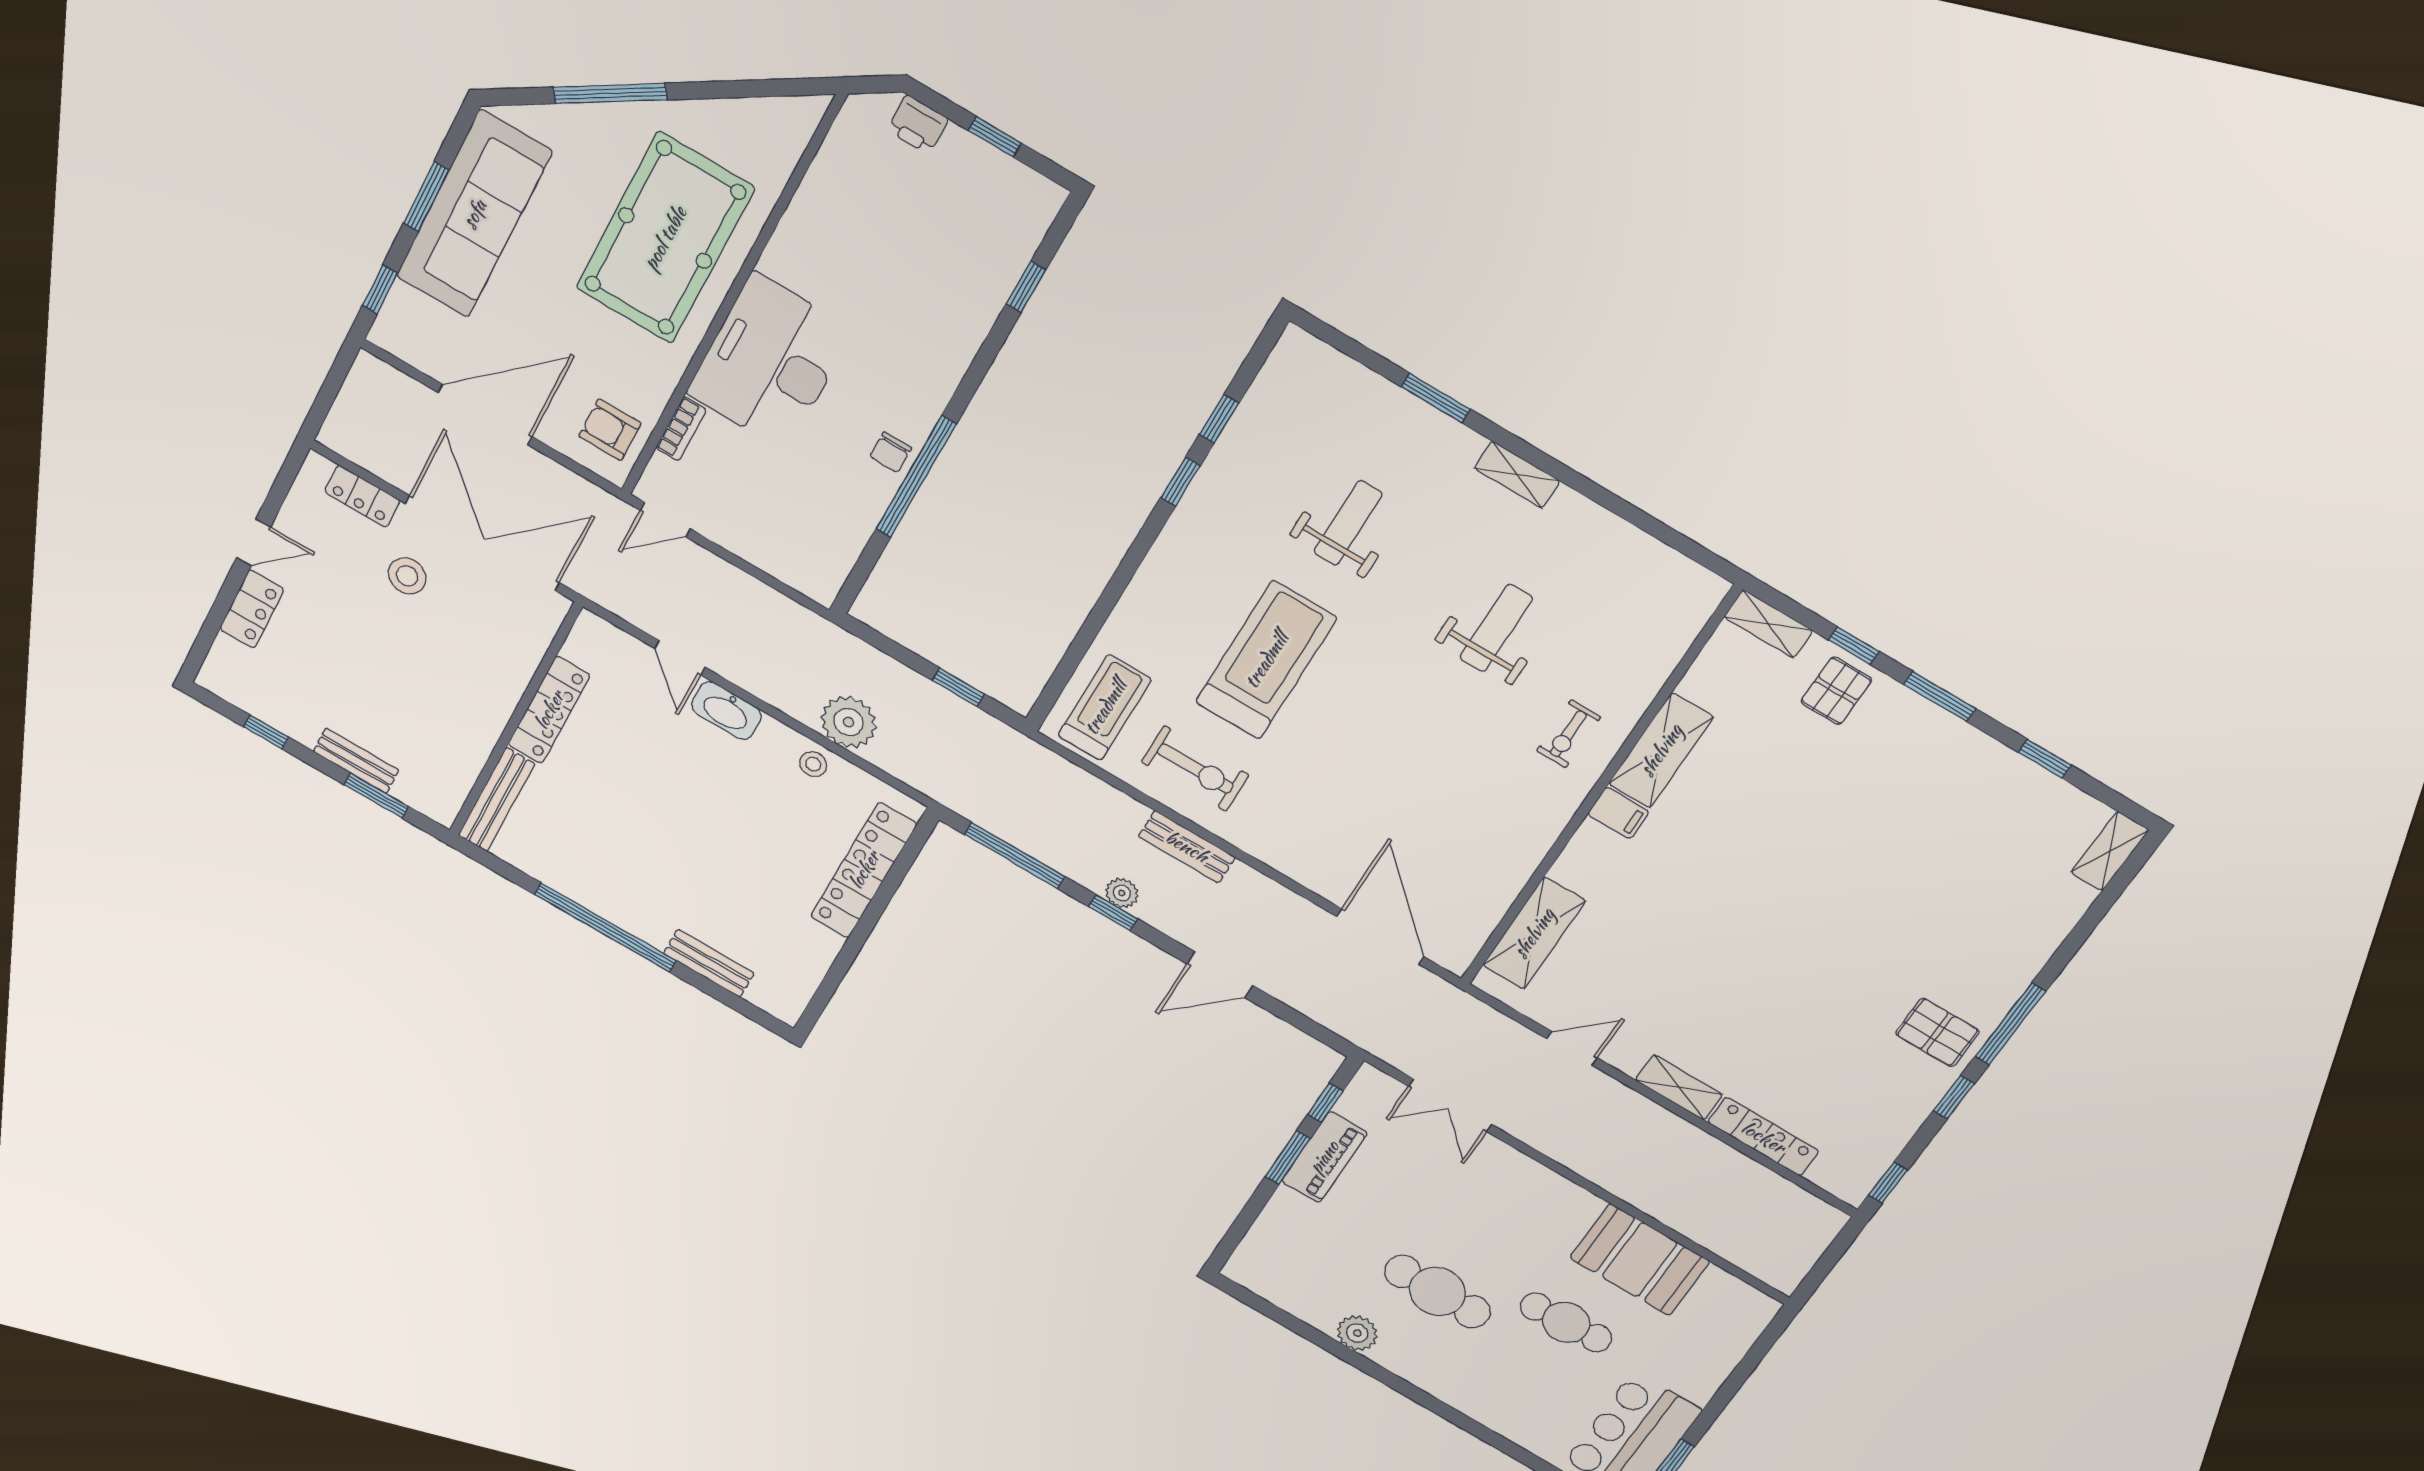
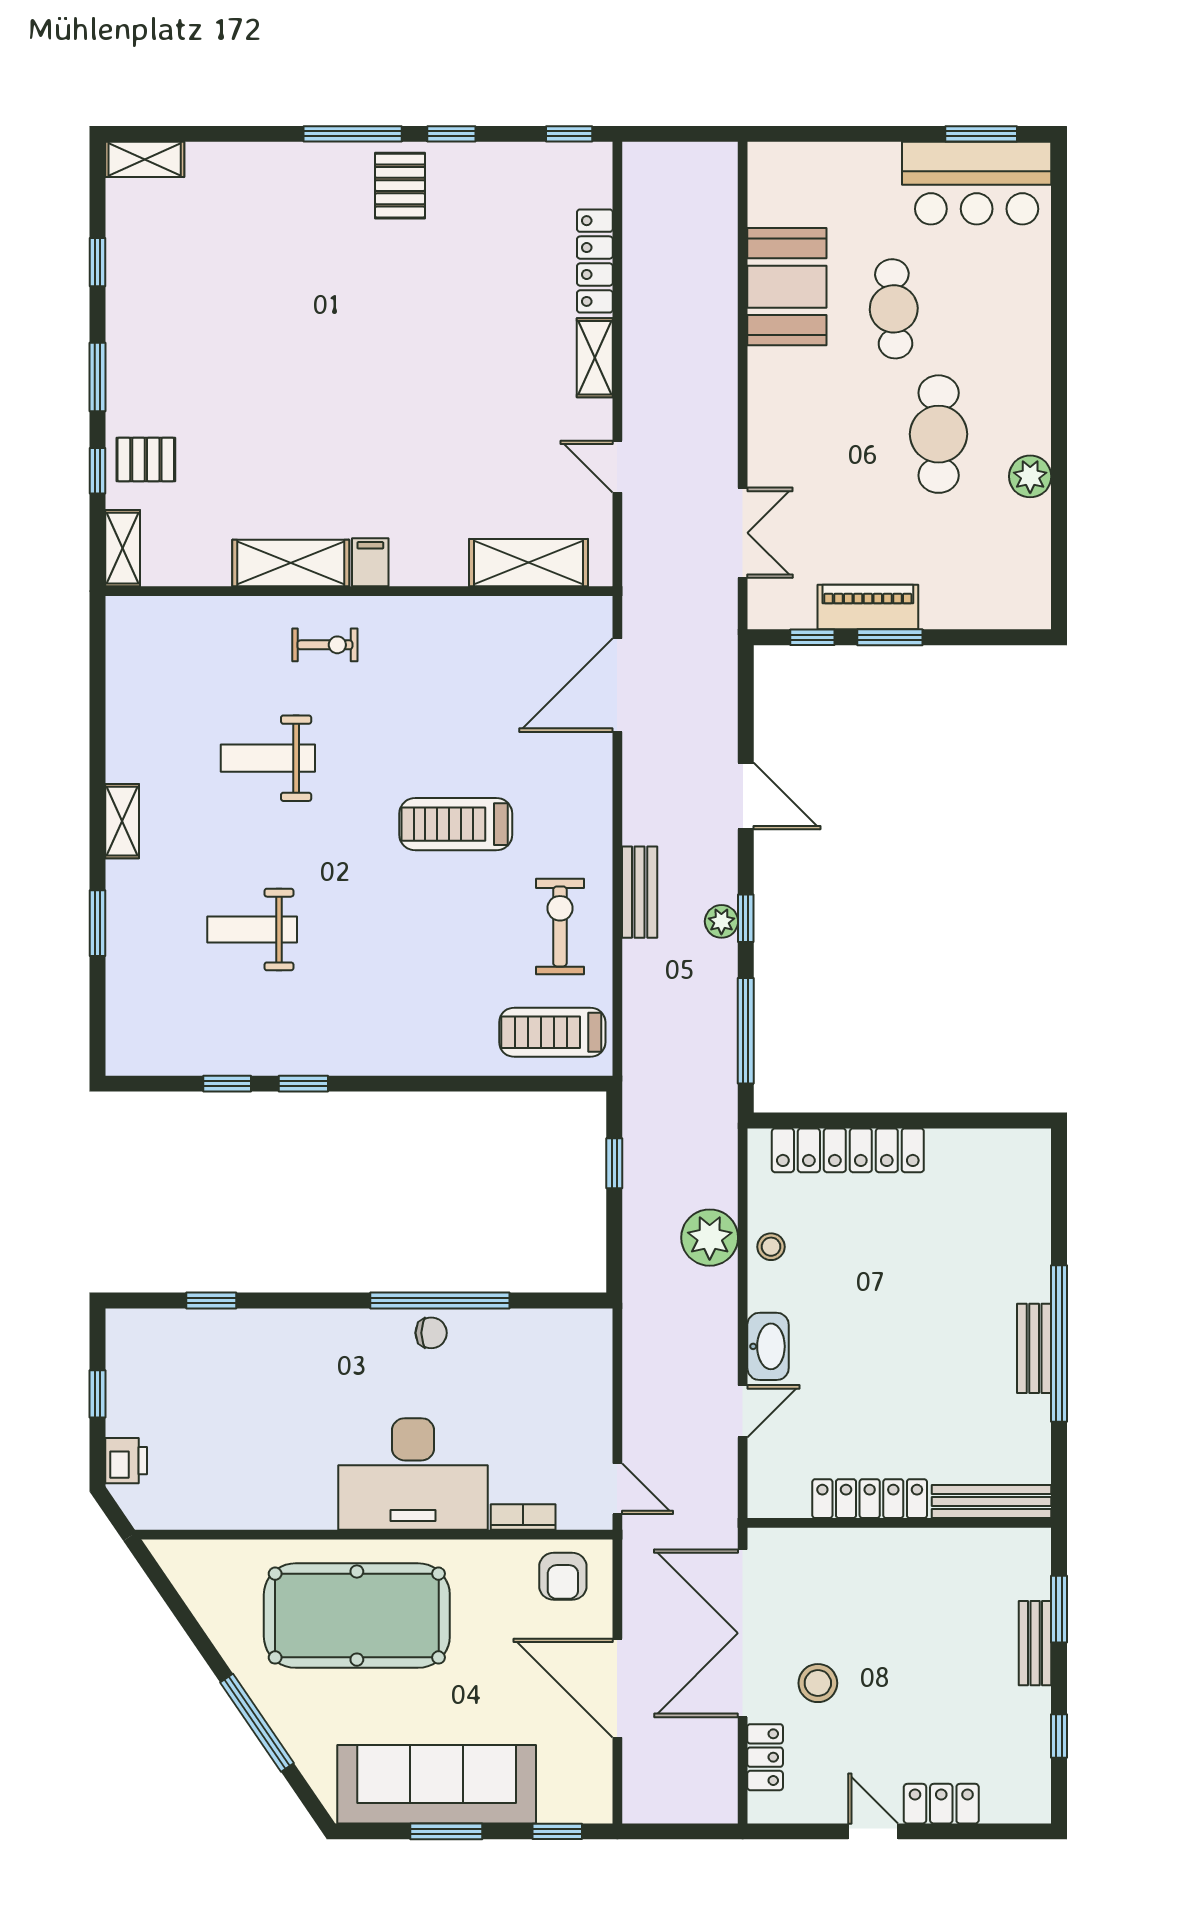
treadmill: (1266, 660) -> (456, 824), moved, width x0.73, depth x0.73
bench: (709, 963) -> (1034, 1348), moved

